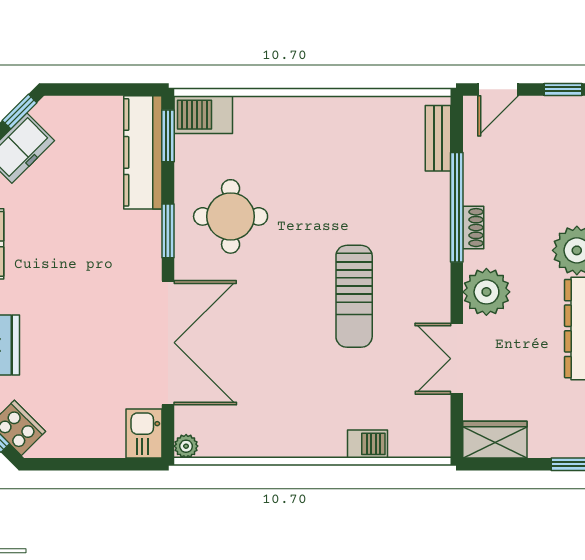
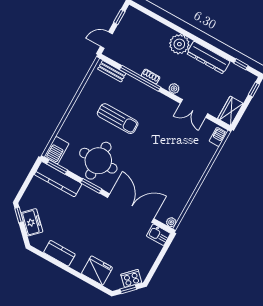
door: (498, 89) -> (106, 40), swing flipped
round table: (231, 216) -> (98, 161), width x1.36, depth x1.36
plant: (486, 292) -> (174, 89), width x0.53, depth x0.53
sun lounger: (354, 296) -> (118, 119), moved
barbecue: (367, 444) -> (218, 137), moved

